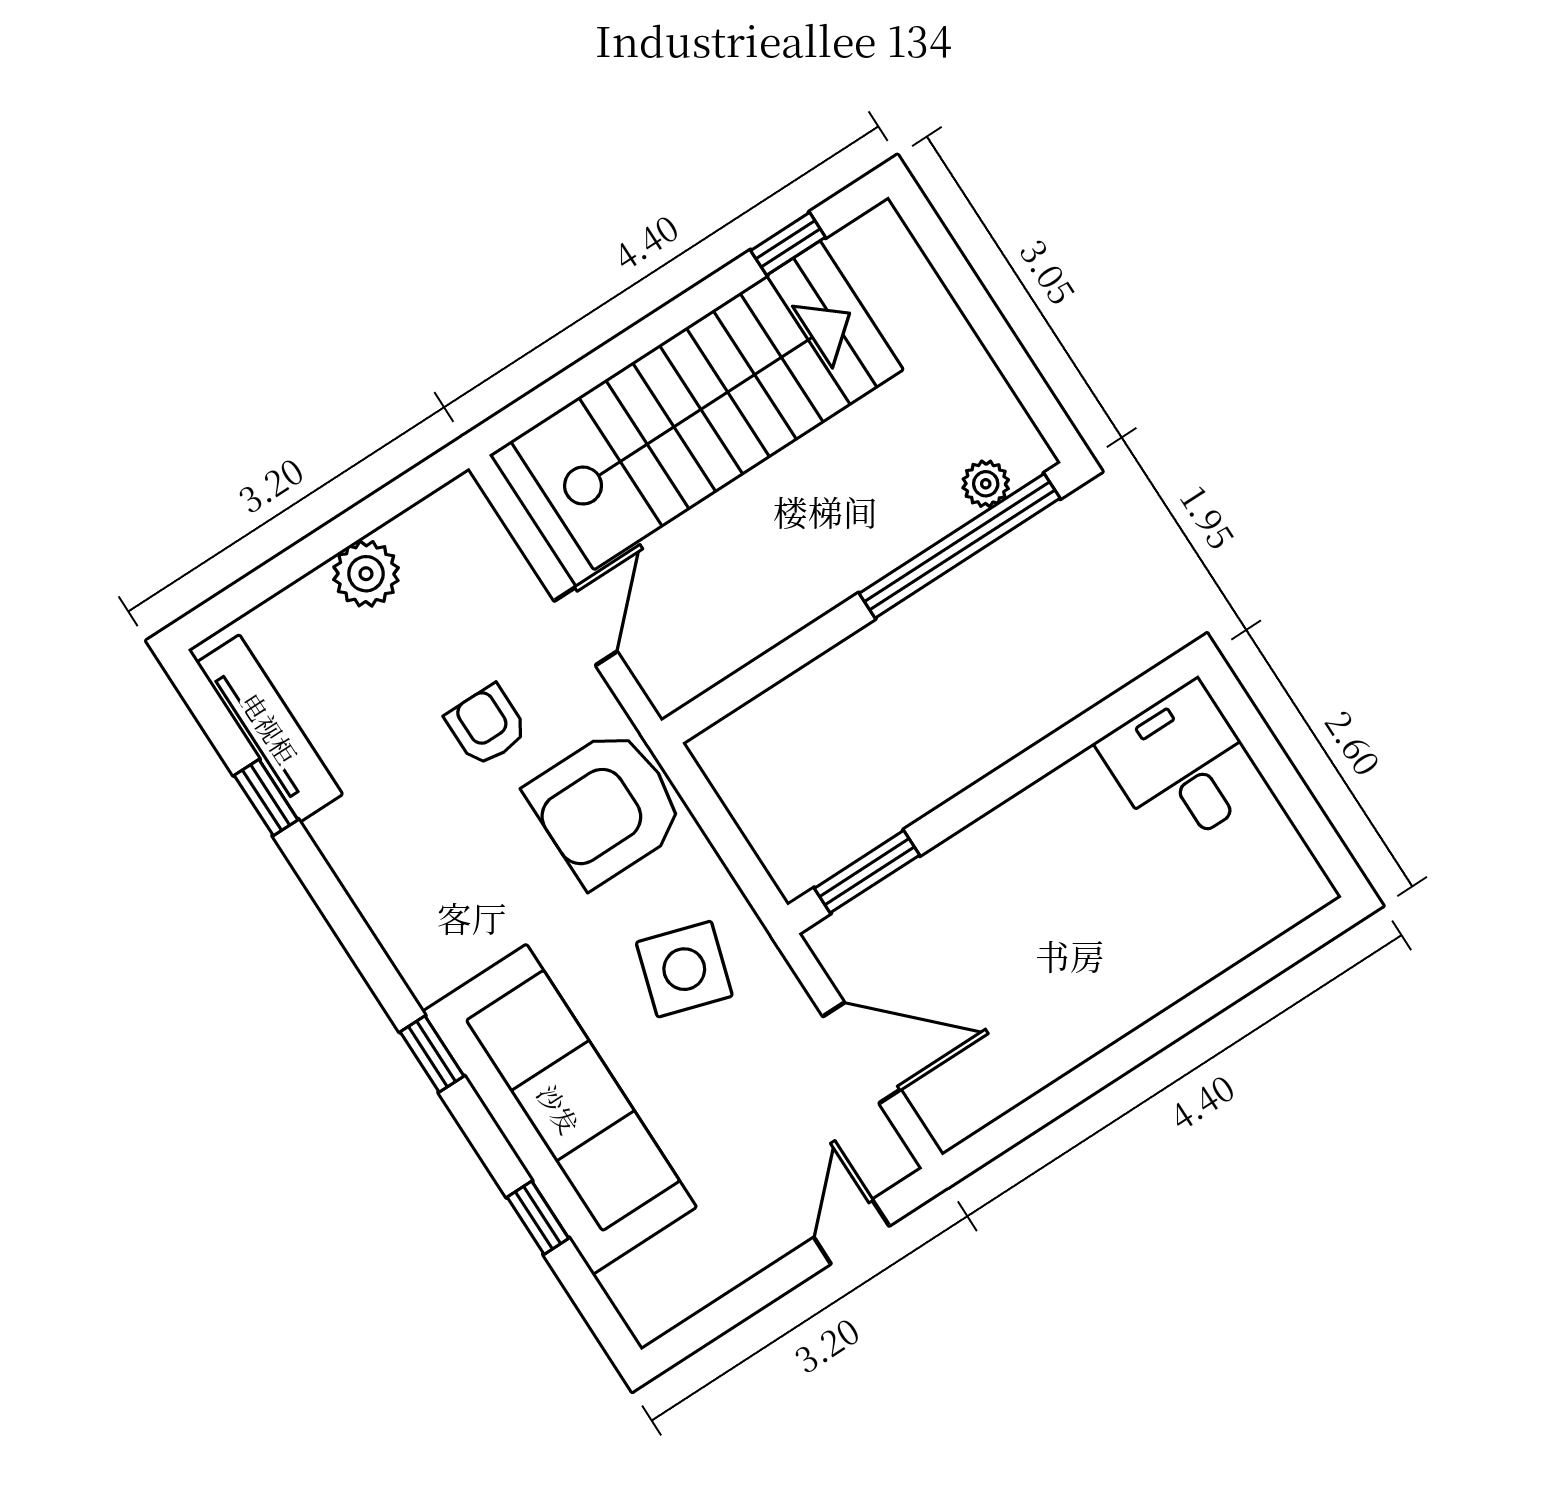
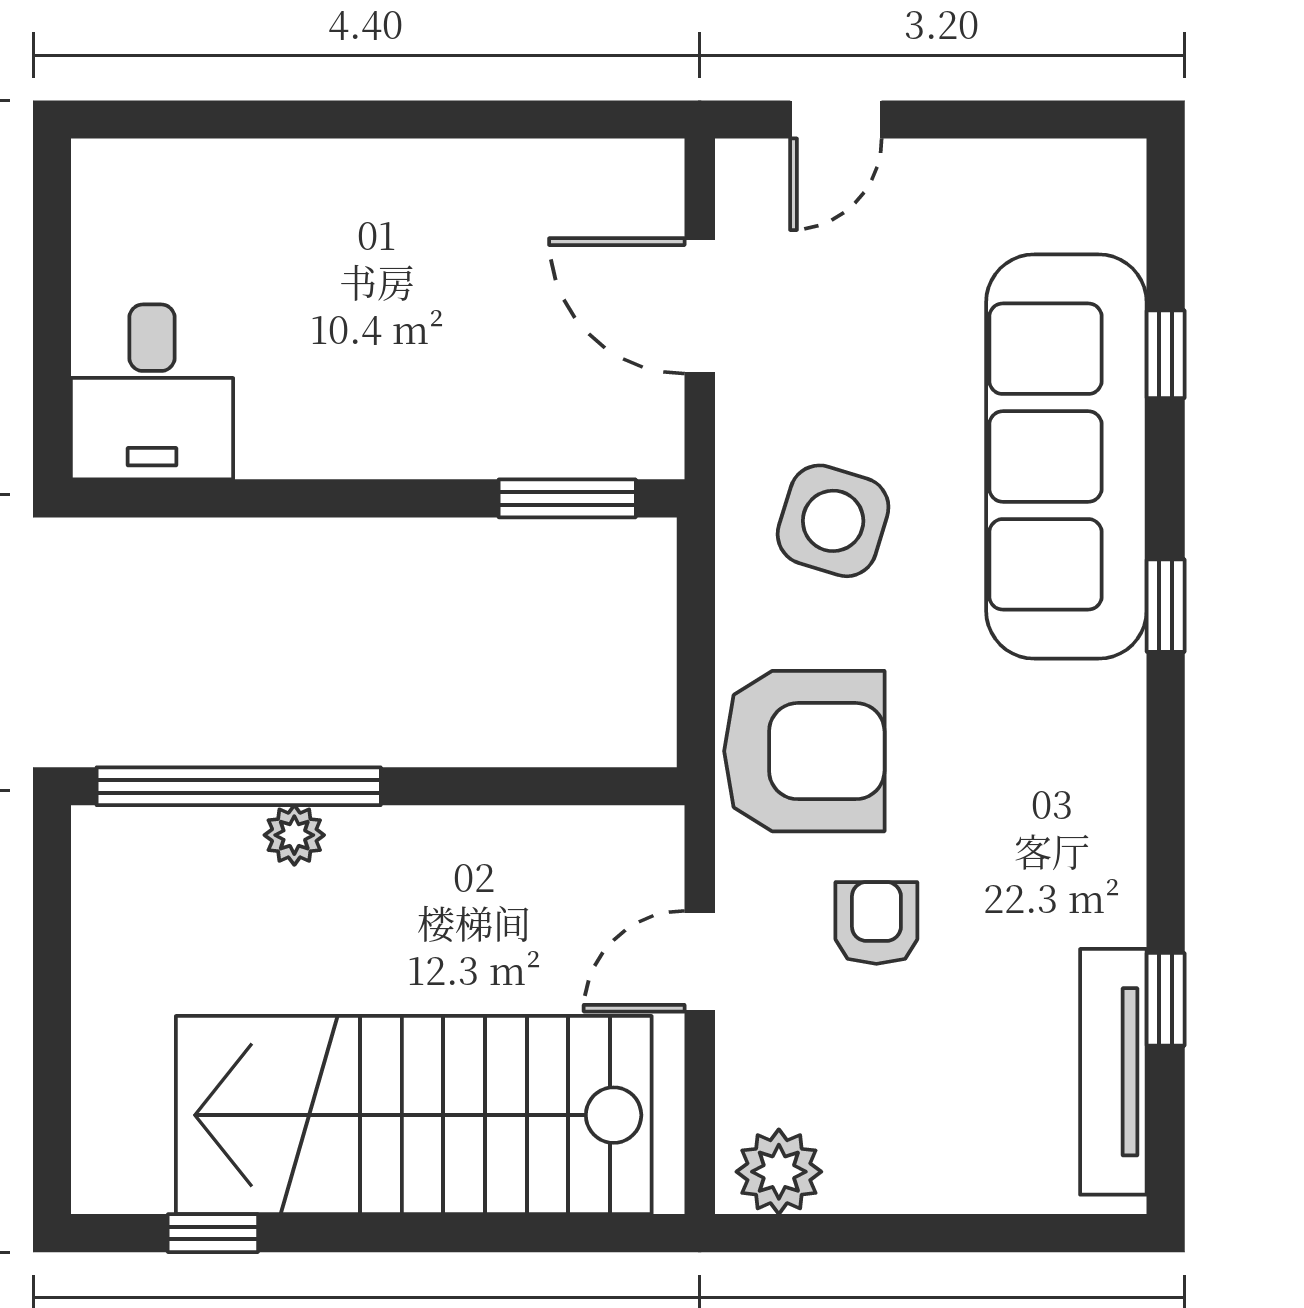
plant: (986, 484) -> (294, 835), moved
plant: (366, 574) -> (779, 1172), moved
armchair: (487, 725) -> (876, 923), turned 180

